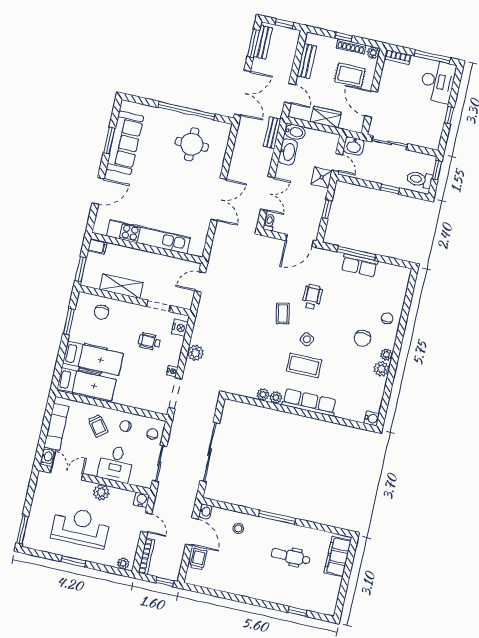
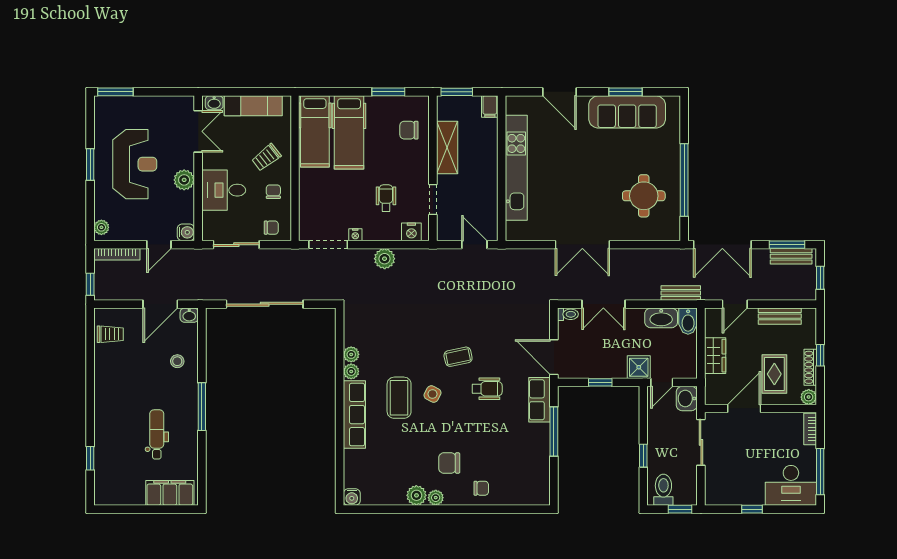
row of seats: (359, 265) -> (539, 400), moved
trolley: (198, 559) -> (110, 334), moved

